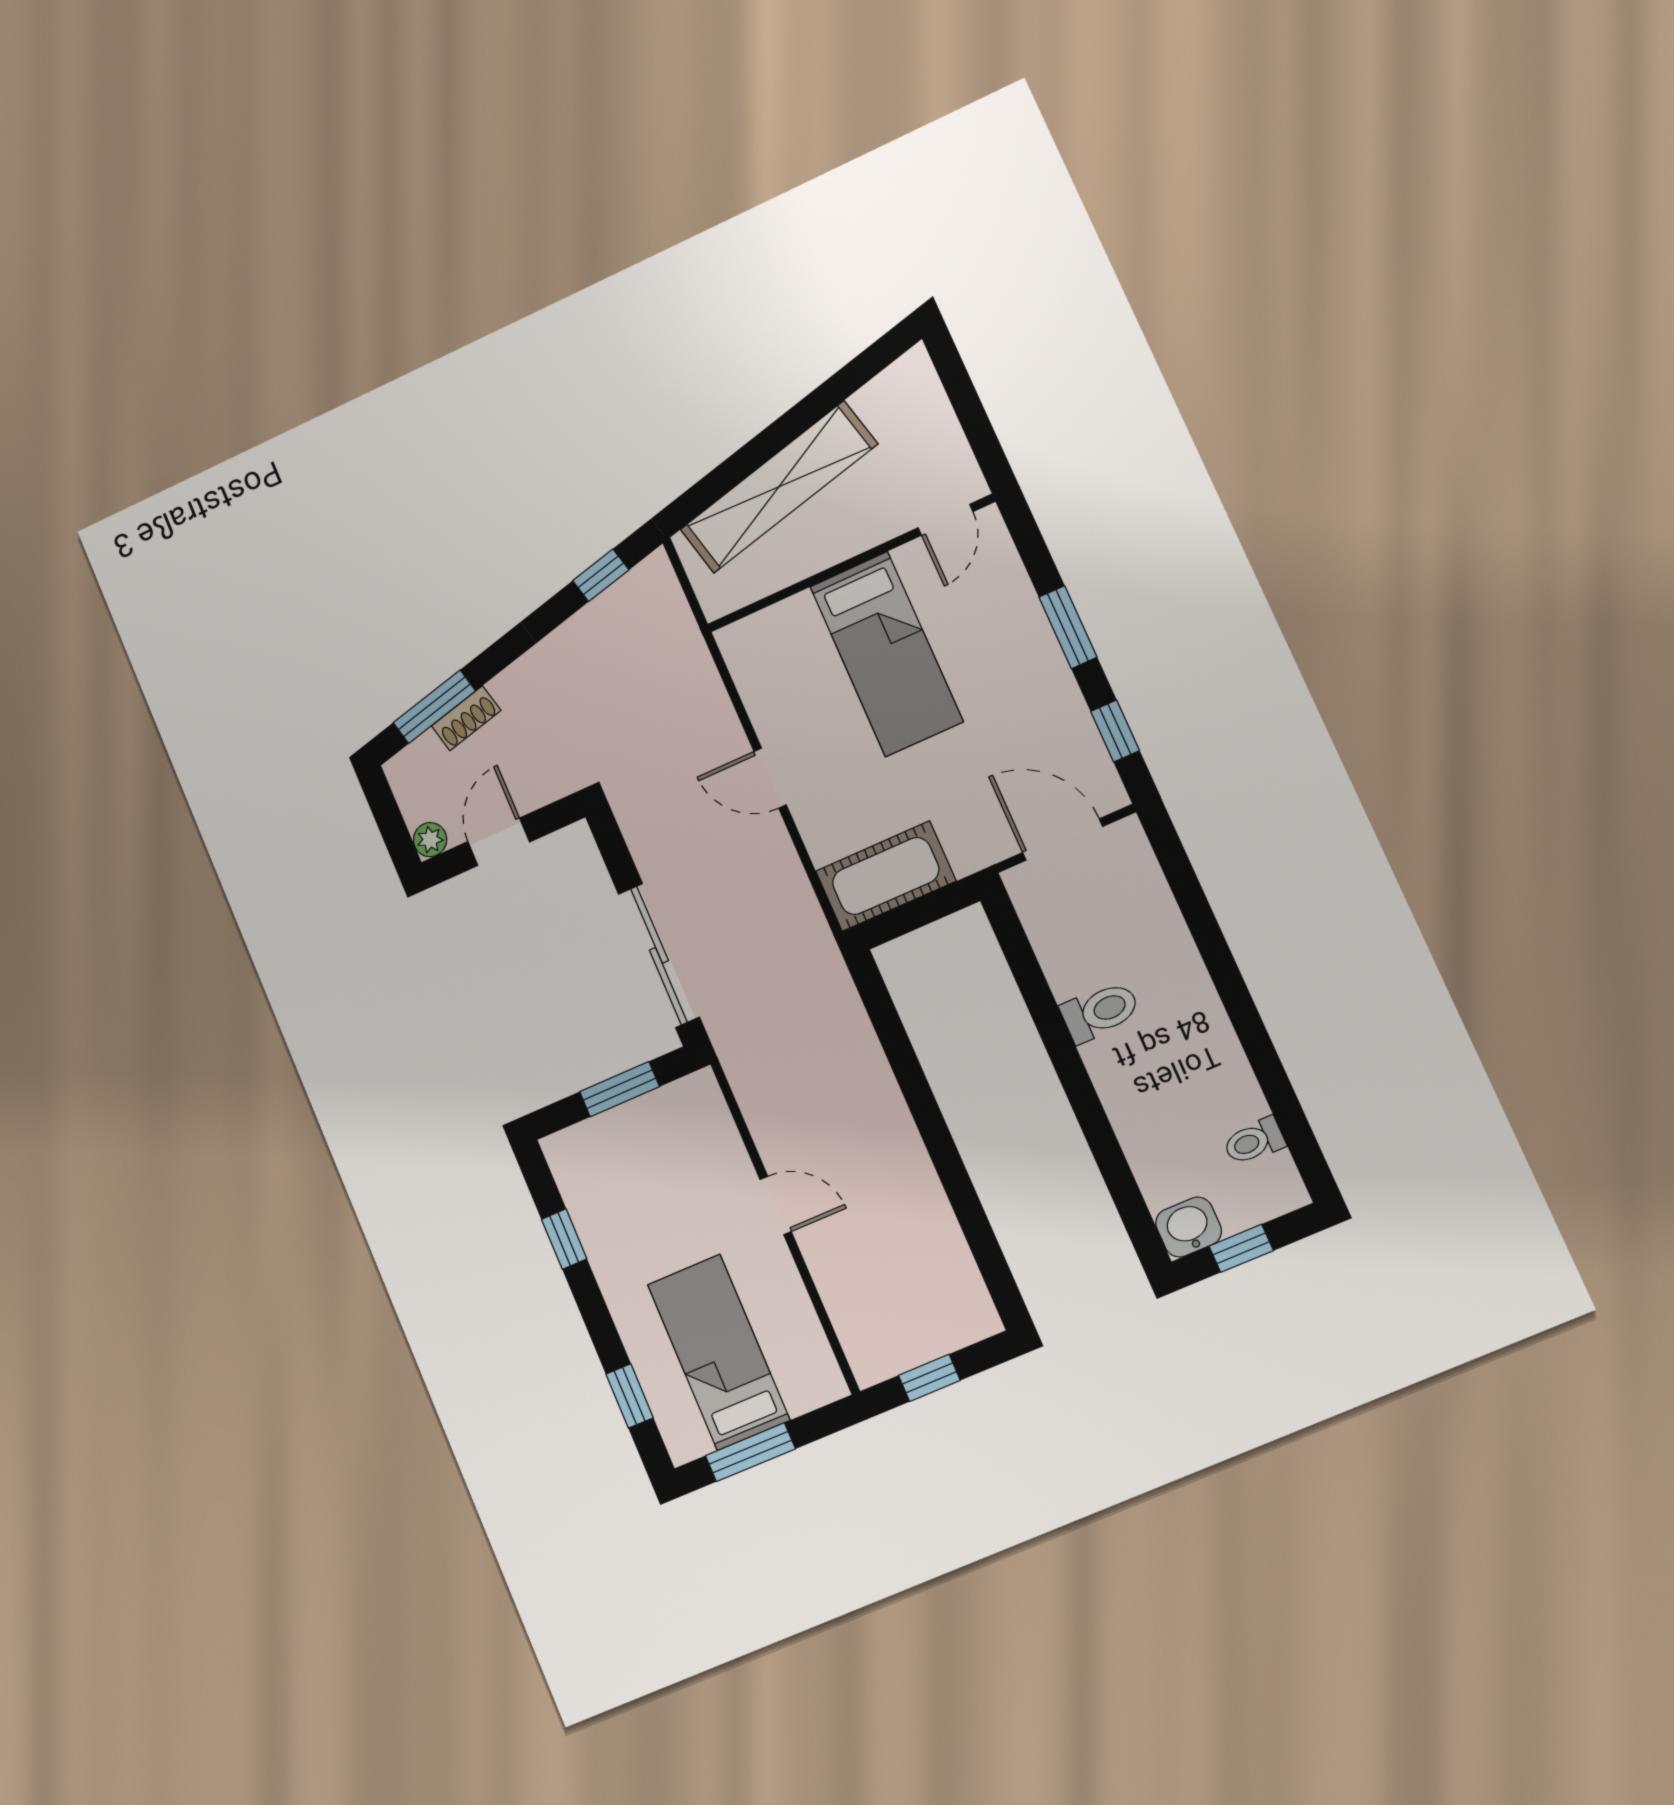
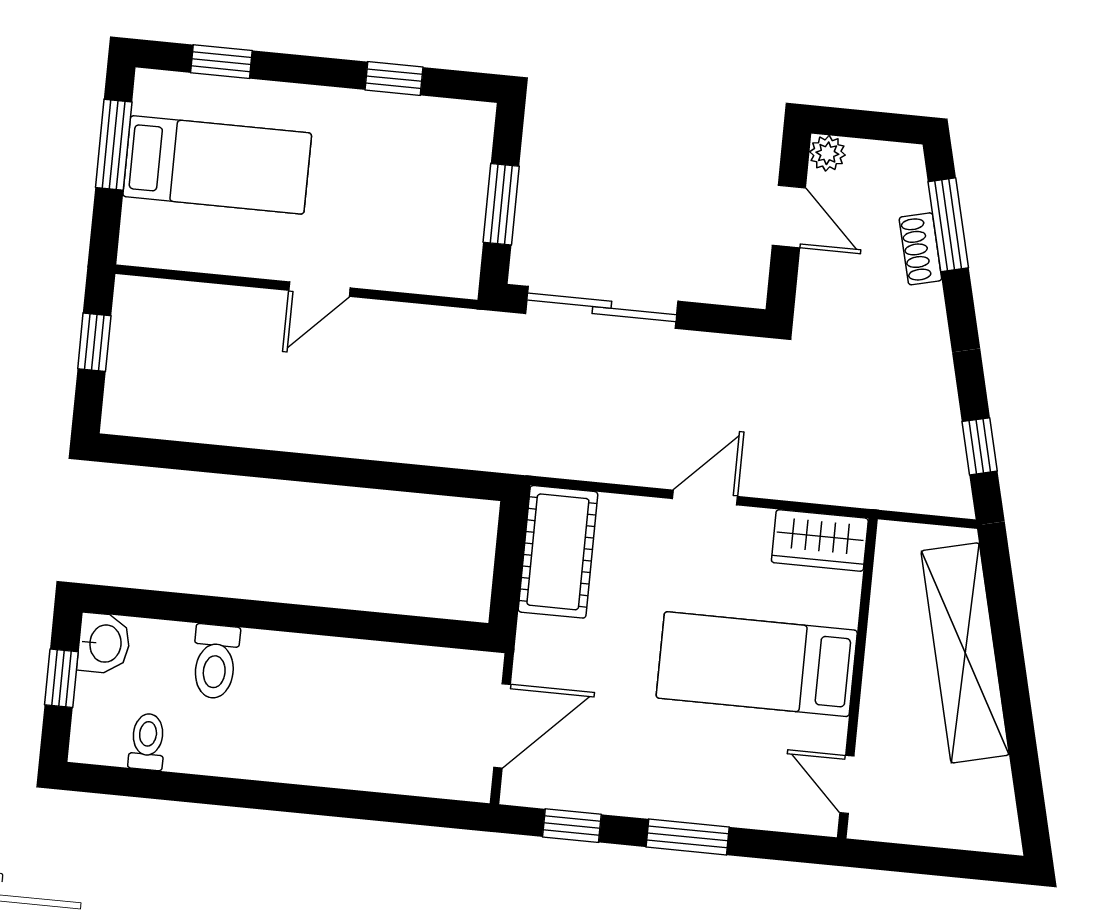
wardrobe: (752, 662) -> (820, 540), added
toilet: (1100, 1012) -> (215, 662), moved

